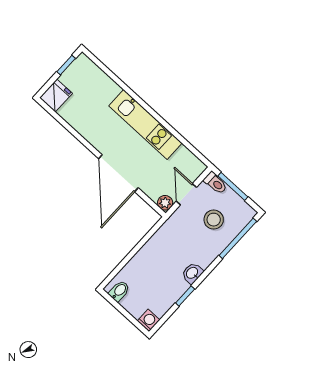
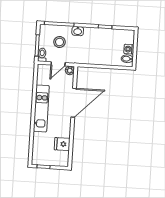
fridge: (56, 96) -> (62, 144), moved
washbasin: (192, 273) -> (78, 31), moved
washing machine: (149, 320) -> (129, 49), moved

